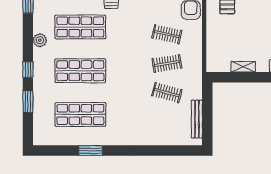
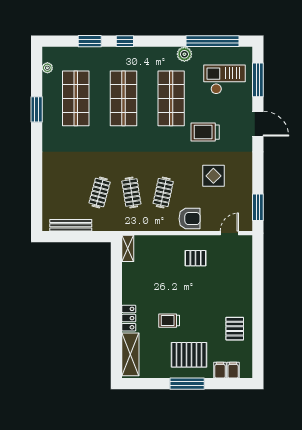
plant: (40, 40) -> (184, 54), moved
shelving: (243, 67) -> (128, 248), moved
plant: (52, 141) -> (47, 68), added

